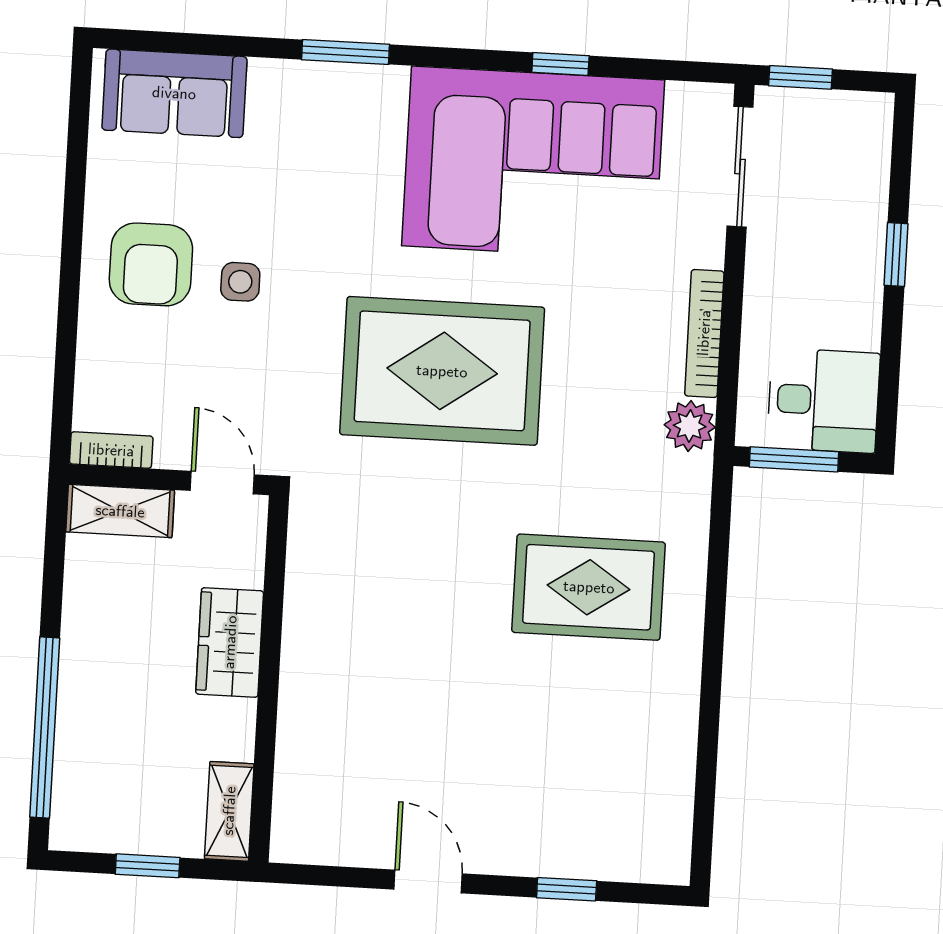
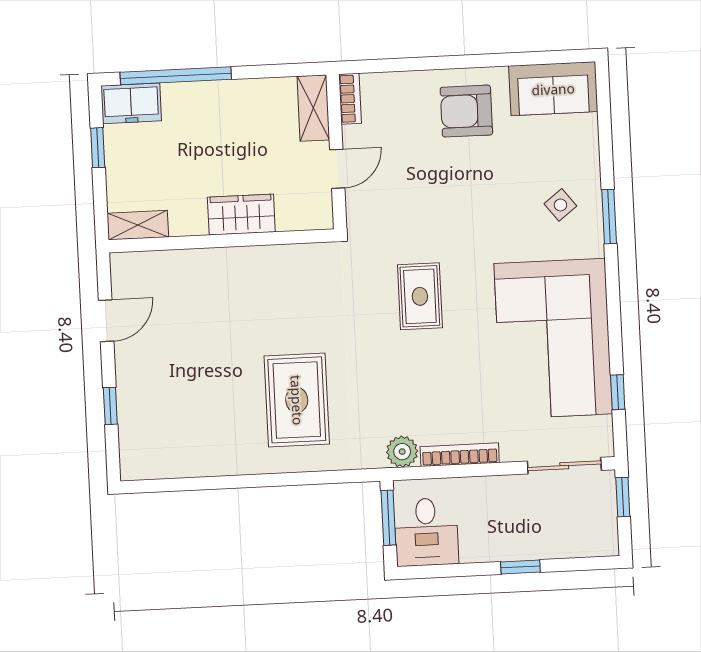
window: (560, 64) -> (618, 392), moved
sofa: (174, 93) -> (553, 89), moved, turned -90
side table: (240, 282) -> (560, 205), moved, turned -38
rug: (442, 371) -> (420, 296), width x0.54, depth x0.49
wardrobe: (230, 642) -> (241, 215), moved
wall: (269, 679) -> (221, 241), moved
freezer: (82, 804) -> (131, 103), added
shelving: (229, 811) -> (138, 225), moved

